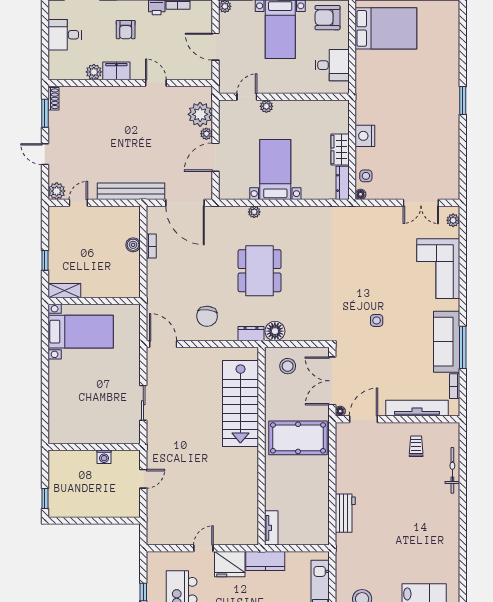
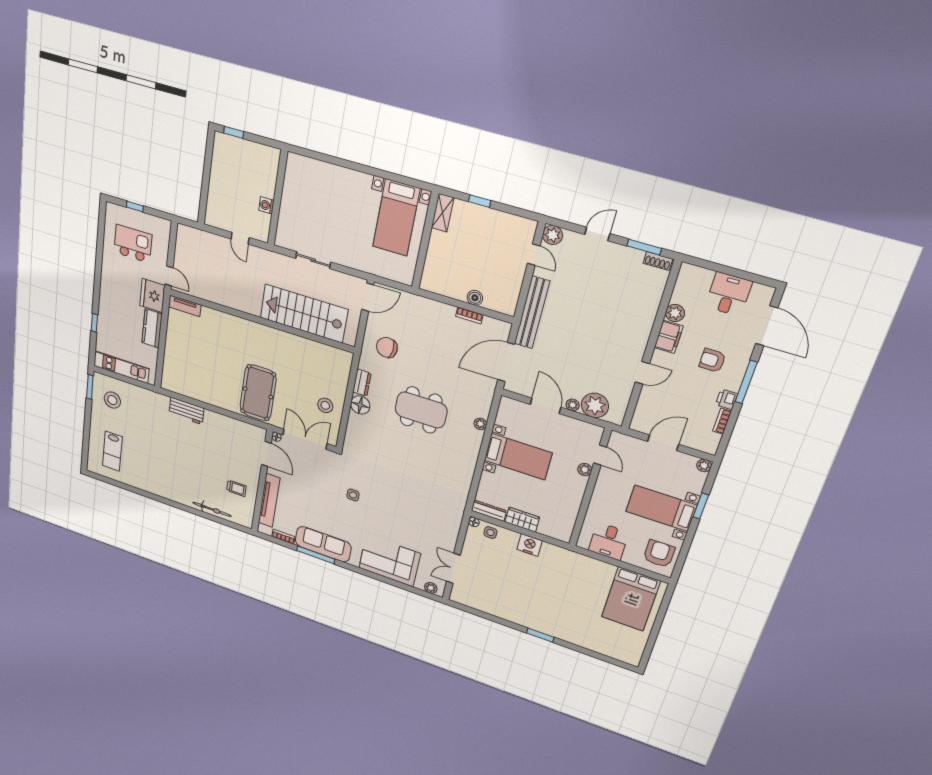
stairs: (240, 404) -> (304, 314), moved
wall: (262, 446) -> (261, 321), moved
tv unit: (271, 528) -> (185, 306), moved

